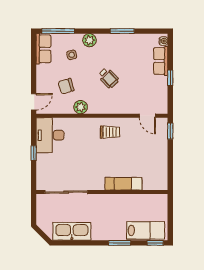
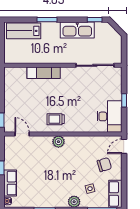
wheelchair: (108, 78) -> (57, 168), removed
chair: (66, 86) -> (104, 165), moved
plant: (81, 107) -> (58, 142), moved
kitchen sink: (72, 231) -> (77, 30), moved
window: (155, 243) -> (95, 20), moved

